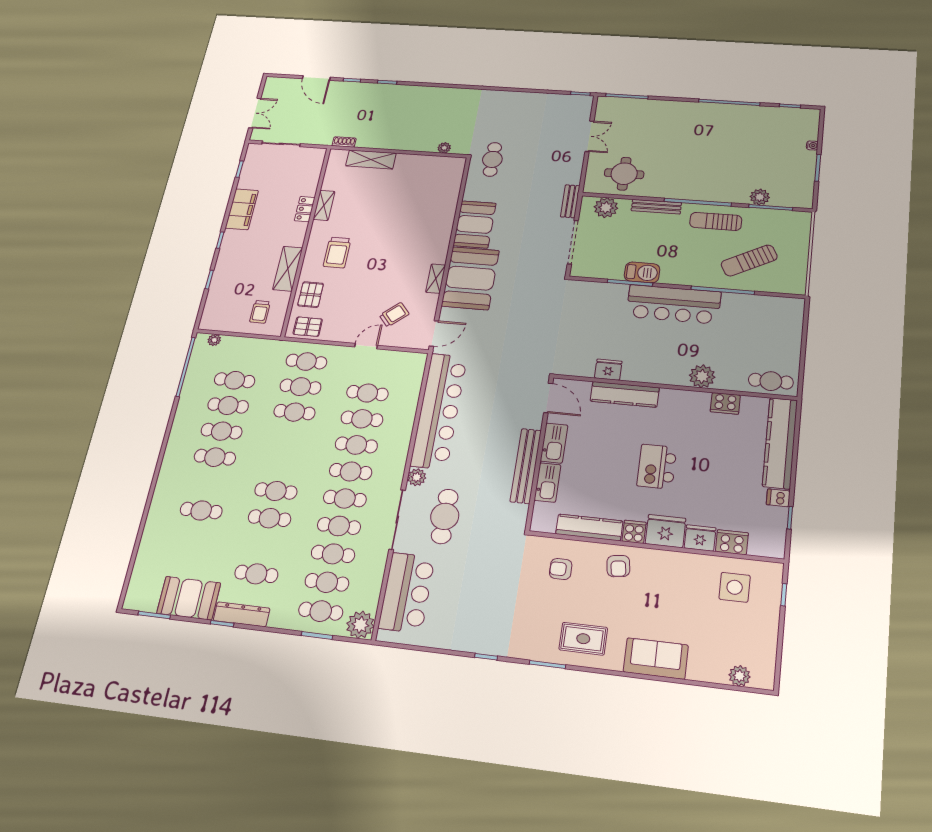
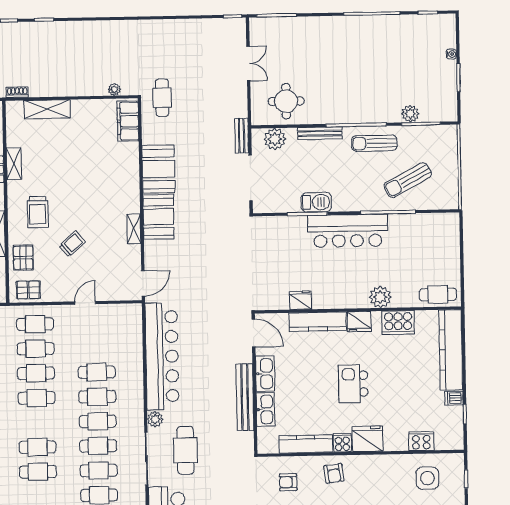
filing cabinet: (452, 177) -> (128, 121), added
booth: (470, 278) -> (158, 217), width x0.73, depth x0.70
trolley: (394, 315) -> (72, 244), moved
cafe table: (367, 393) -> (37, 398), moved
cooker: (725, 403) -> (398, 323), width x1.37, depth x1.31
fridge: (700, 538) -> (359, 322), moved, turned 180

